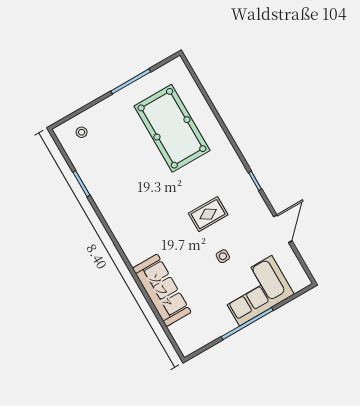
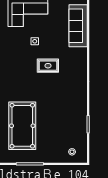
rug: (208, 214) -> (48, 66), moved
sofa: (162, 290) -> (78, 26), moved

